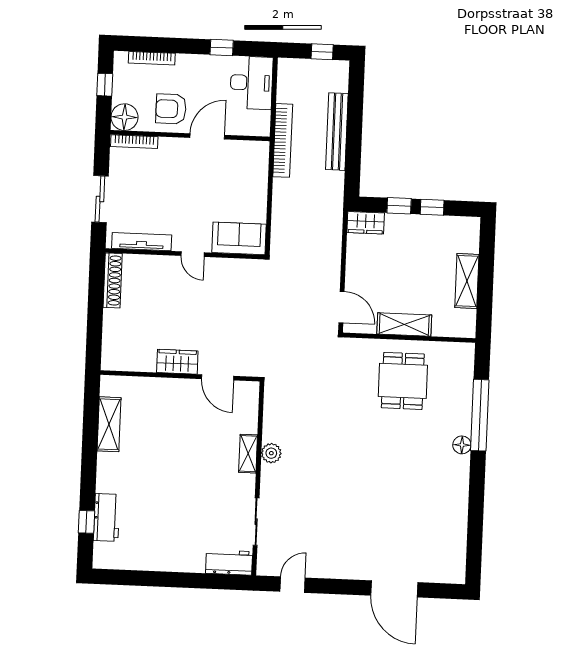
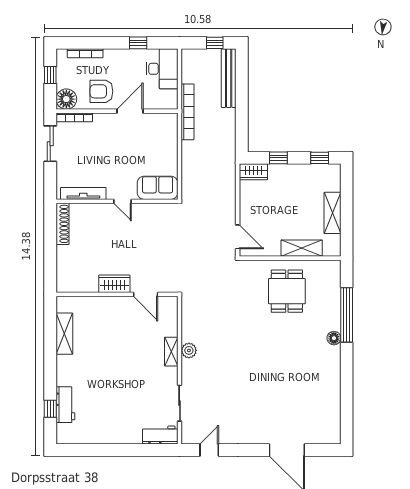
bench: (337, 132) -> (229, 78), moved
sliding door: (100, 199) -> (50, 144), moved
window: (432, 207) -> (320, 158), moved
shelving: (404, 324) -> (302, 248), moved

